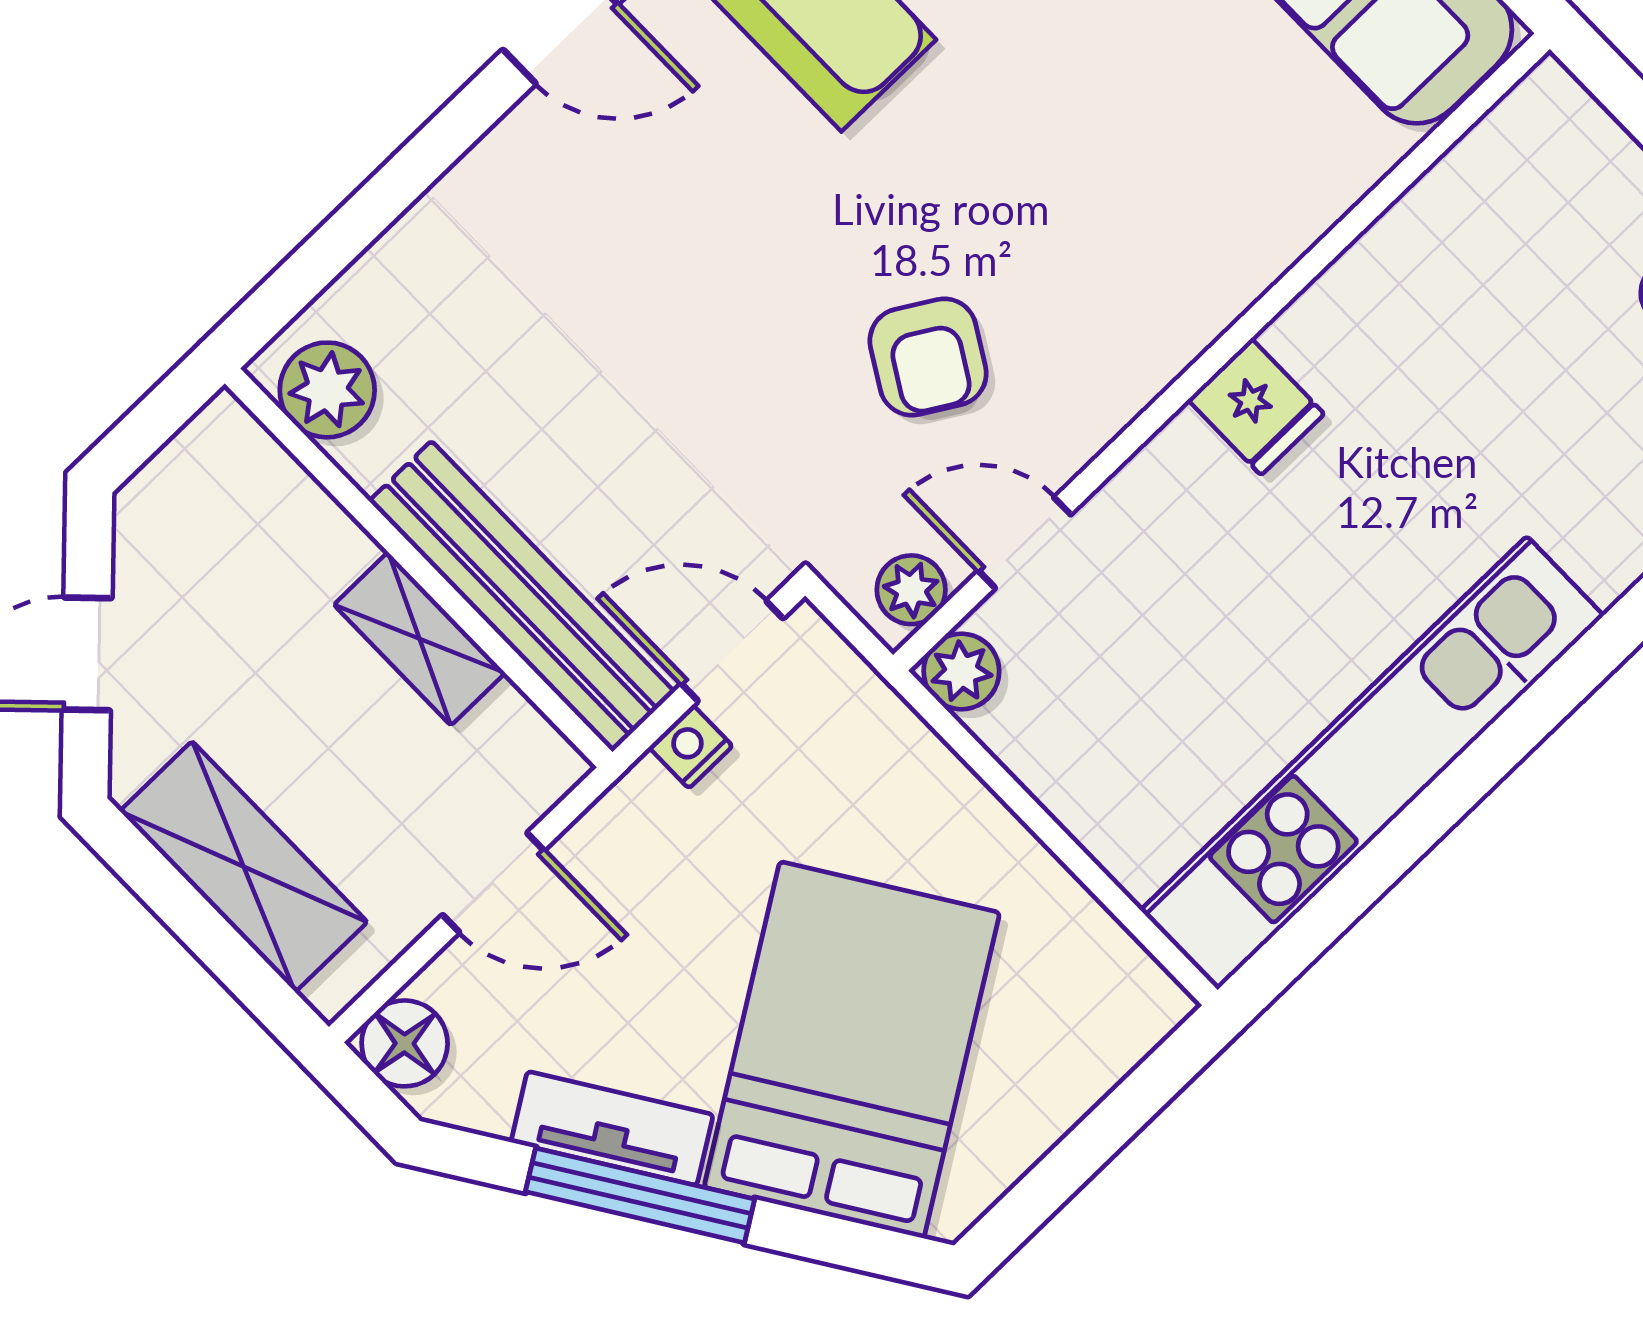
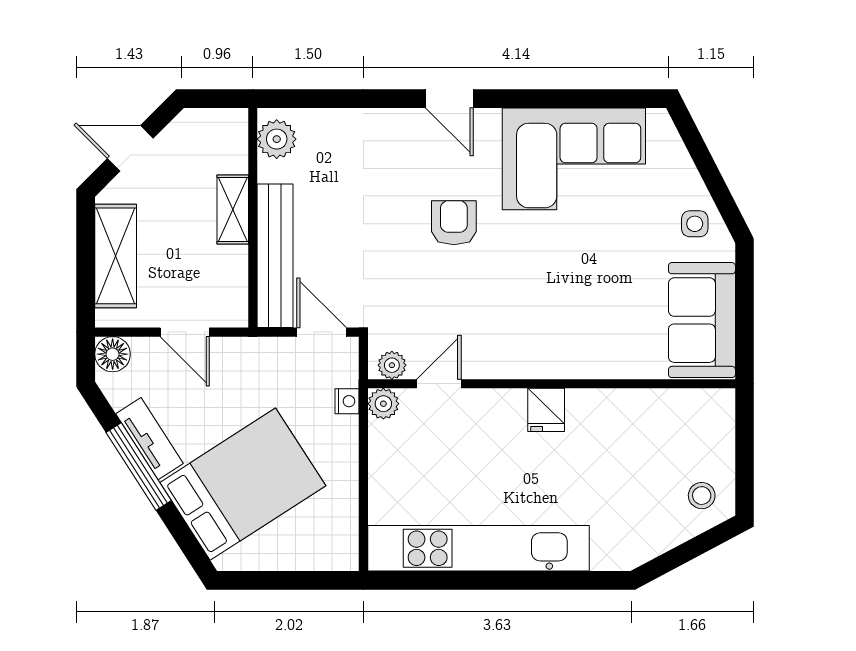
armchair: (928, 357) -> (454, 223), moved, turned 149
door: (1025, 543) -> (439, 384), hinge flipped
shelving: (419, 639) -> (233, 209), moved
nightstand: (691, 747) -> (347, 401), moved, turned 90

